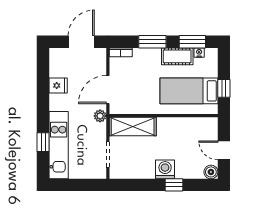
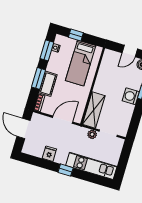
cot: (177, 56) -> (48, 84), moved
window: (224, 88) -> (76, 35), moved
door: (108, 90) -> (63, 120), swing flipped
plant: (100, 116) -> (92, 134), moved
window: (43, 142) -> (66, 170), moved

